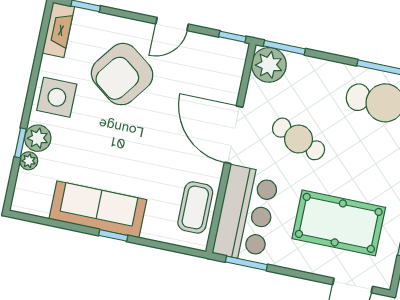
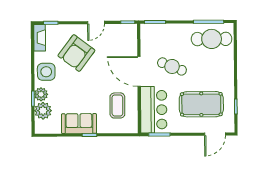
plant: (269, 65) -> (149, 32), removed
plant: (29, 161) -> (43, 111), width x1.88, depth x1.88
coffee table: (195, 207) -> (117, 105), moved
sofa: (98, 209) -> (79, 124), width x0.73

